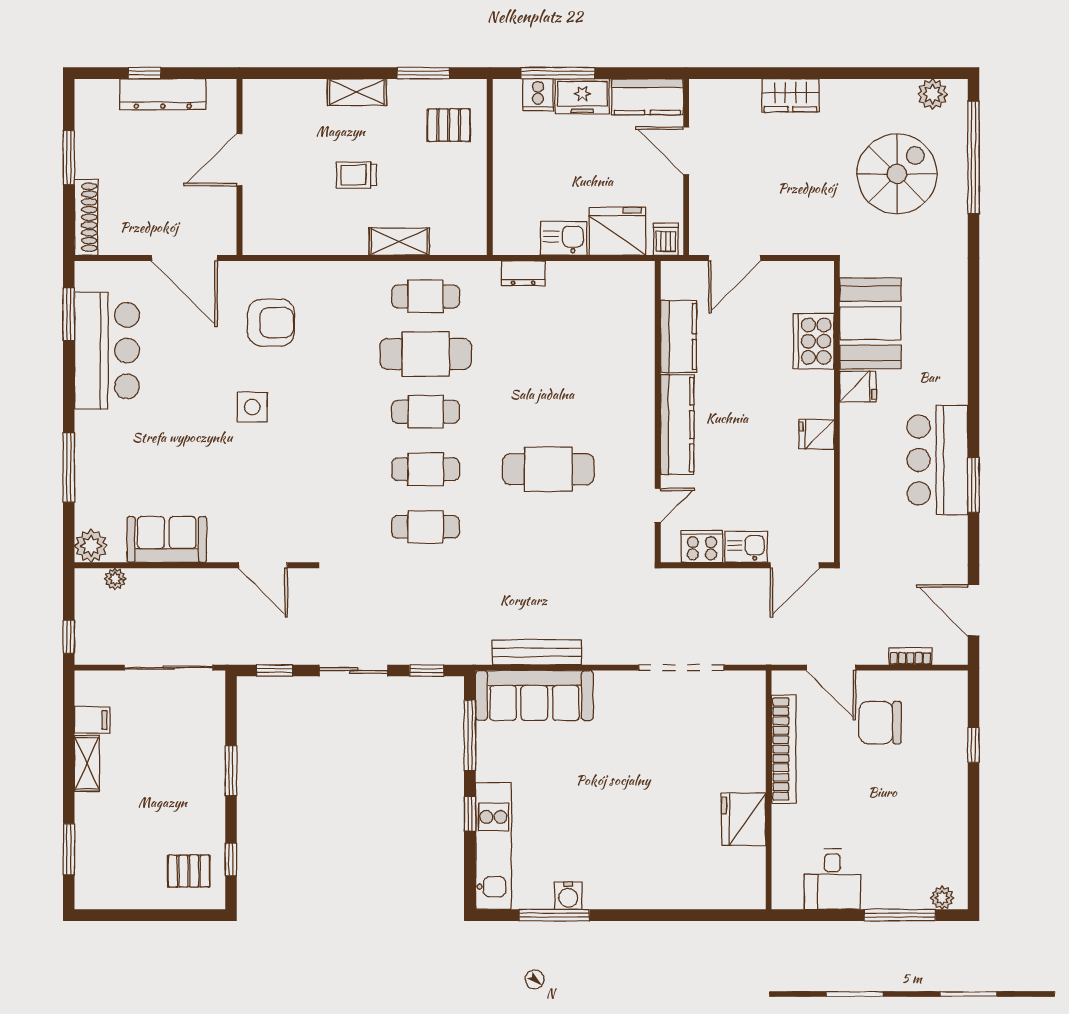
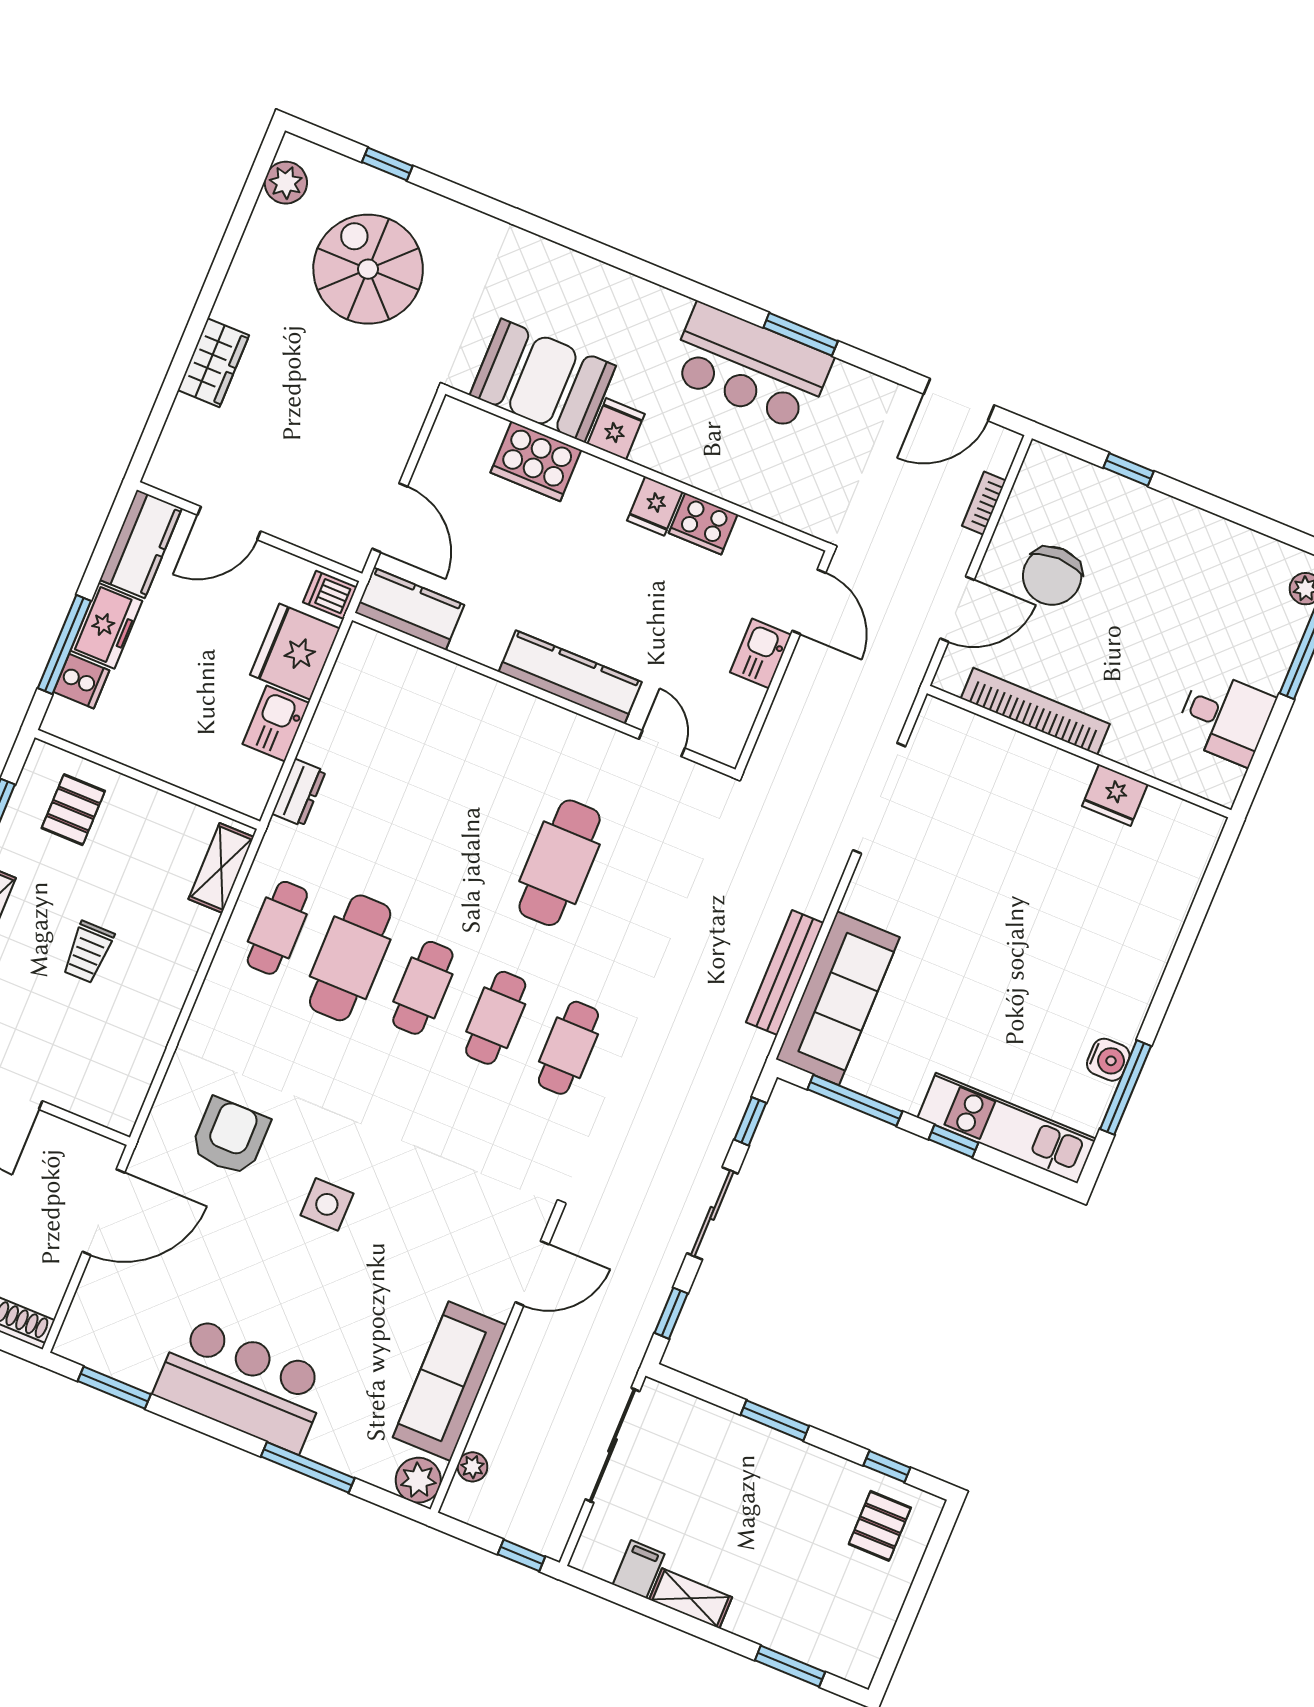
window: (973, 158) -> (387, 164), width x0.32
shelving: (399, 242) -> (221, 868), moved
kitchen counter: (679, 336) -> (410, 609), moved
bar counter: (107, 351) -> (242, 1384), moved
sofa: (167, 539) -> (450, 1381), width x1.36
cooker: (702, 546) -> (703, 524), moved, turned -90
fridge: (744, 819) -> (1115, 795), width x0.73, depth x0.75

